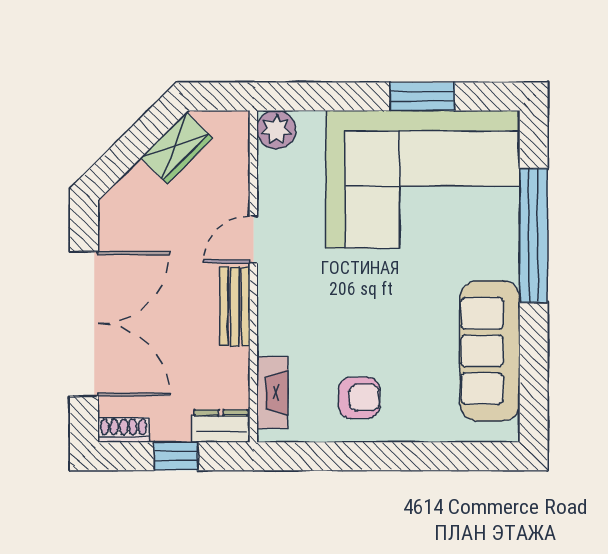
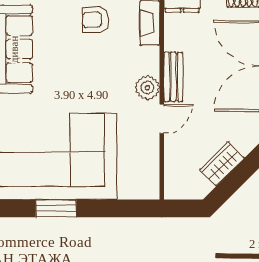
plant: (276, 130) -> (147, 88), moved
wardrobe: (177, 148) -> (222, 164), moved

